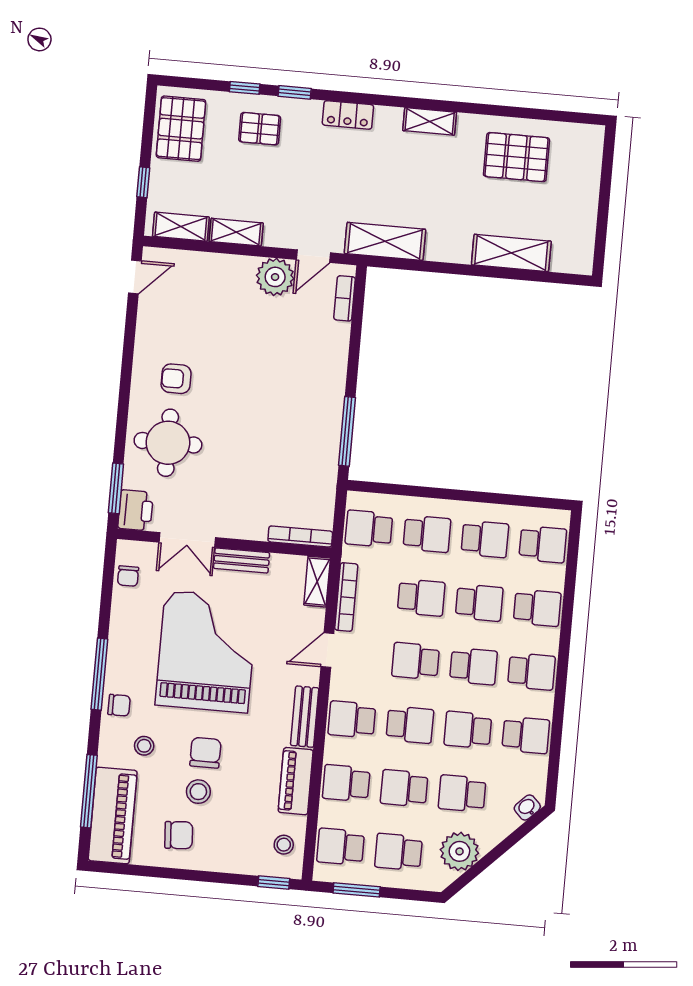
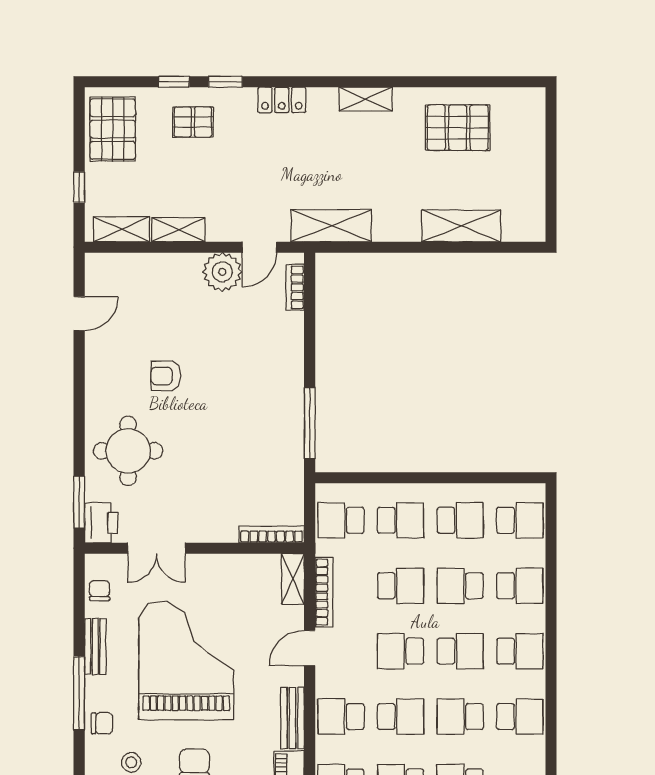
door: (135, 277) -> (79, 314), moved
armchair: (176, 379) -> (166, 376), moved
bench: (242, 560) -> (95, 646), moved, turned 90
chair: (128, 576) -> (99, 591), turned 180
school desk: (479, 603) -> (460, 586), turned 180

